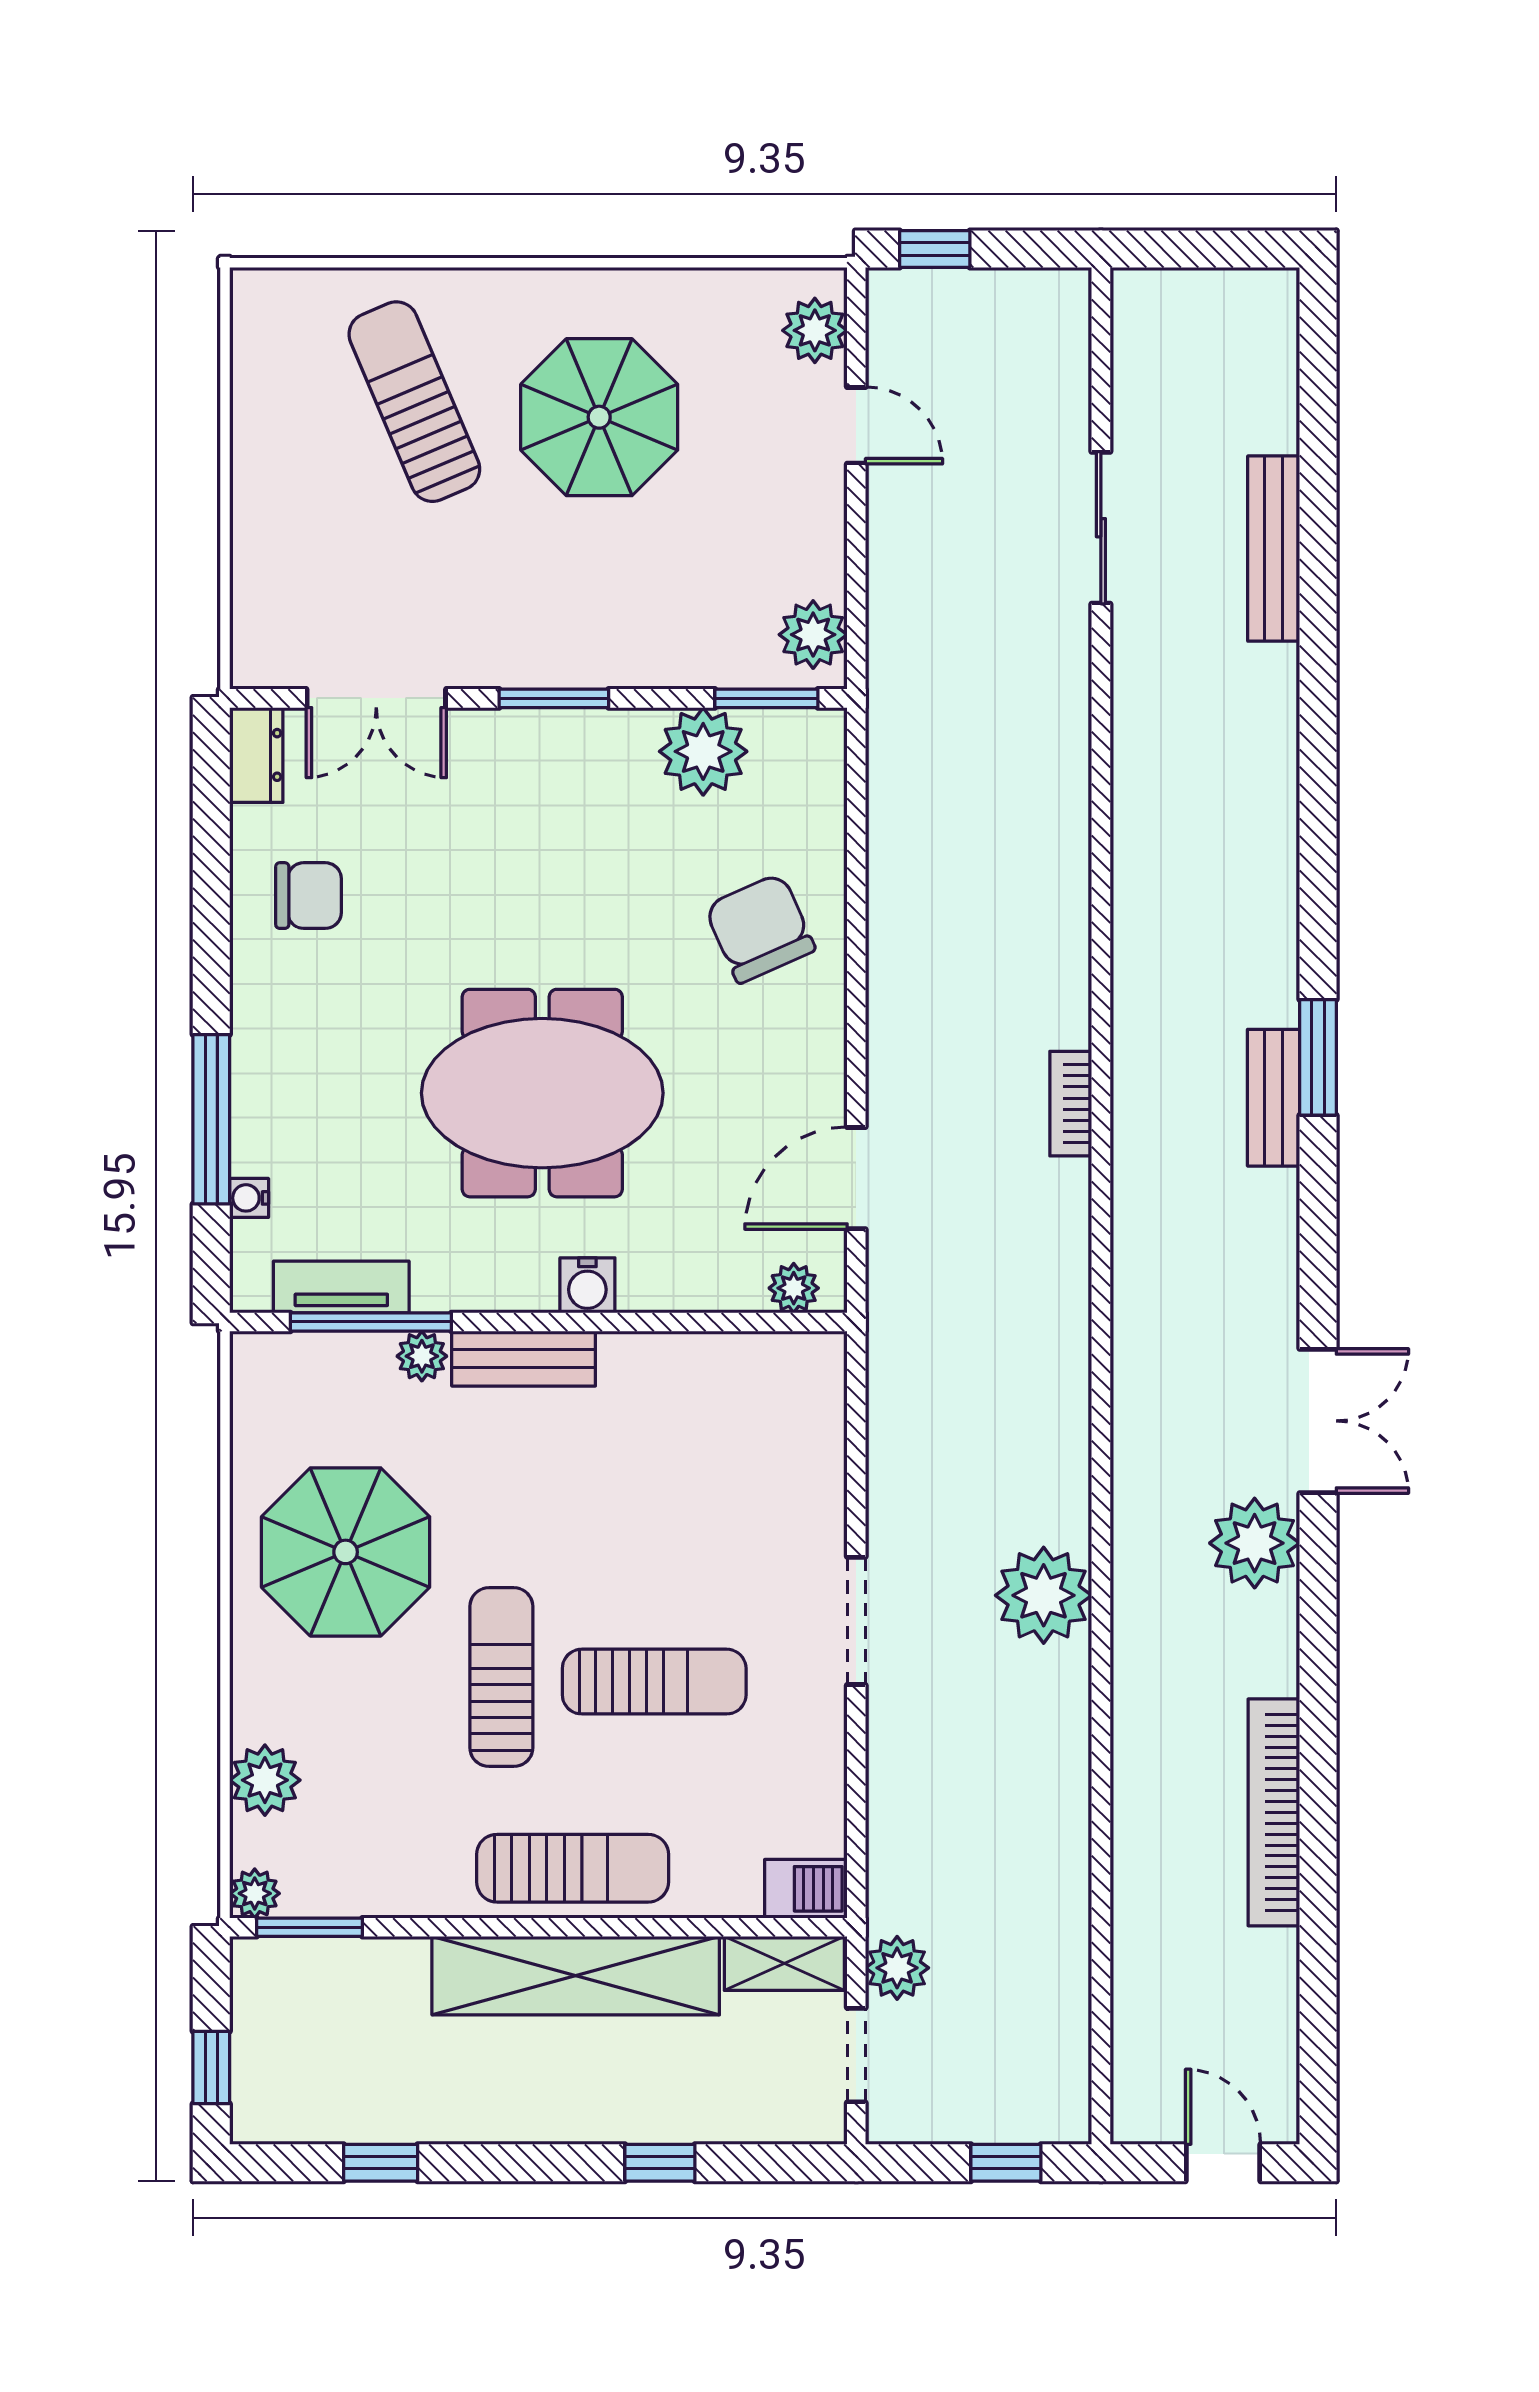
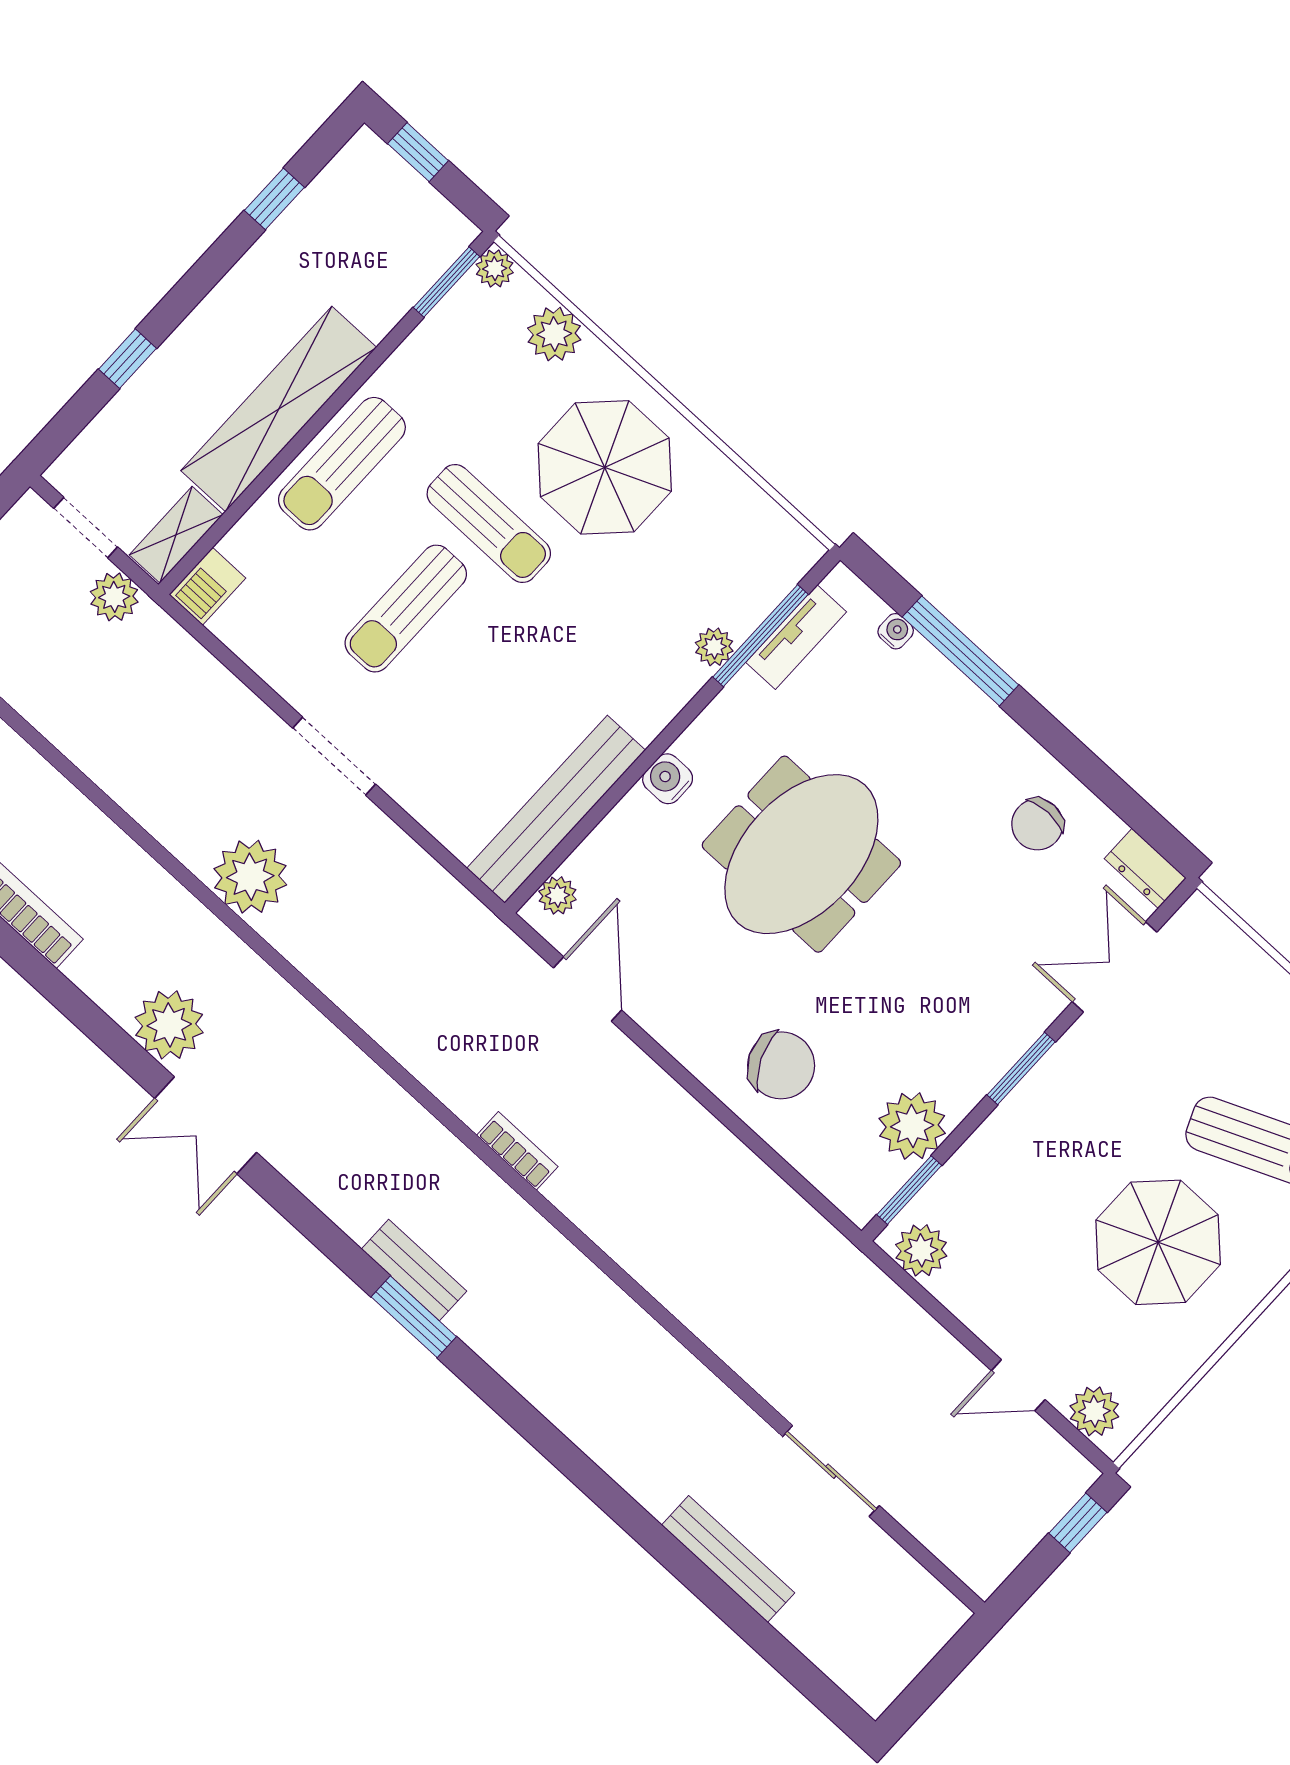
bench: (524, 1359) -> (556, 809), moved, width x1.86, depth x1.21
parasol: (346, 1552) -> (605, 467), moved

